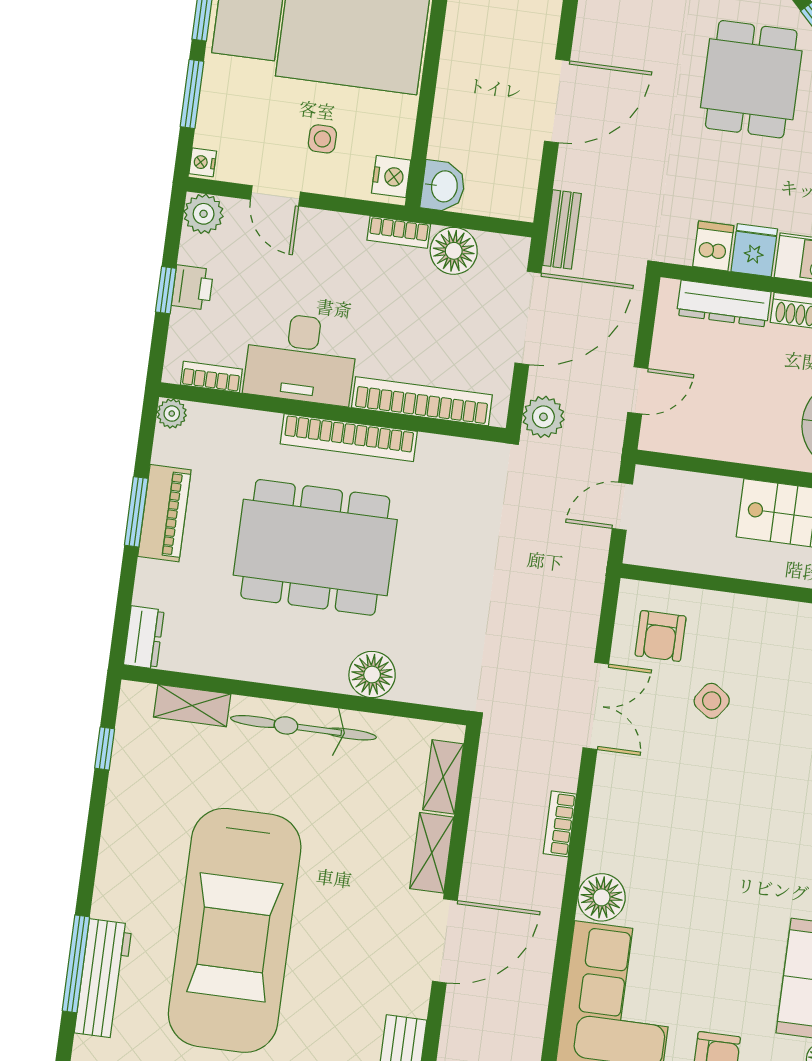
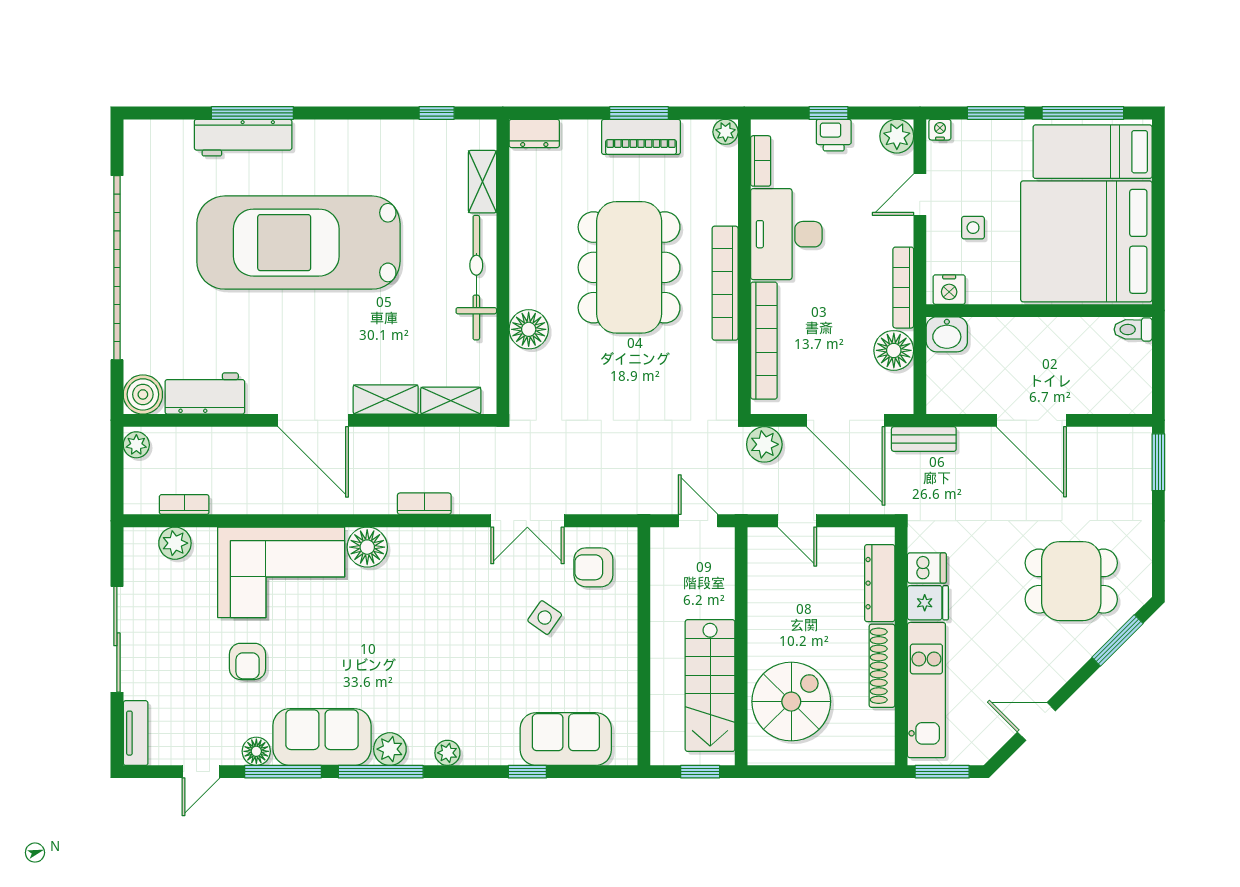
bookcase: (399, 232) -> (903, 288), width x1.56

